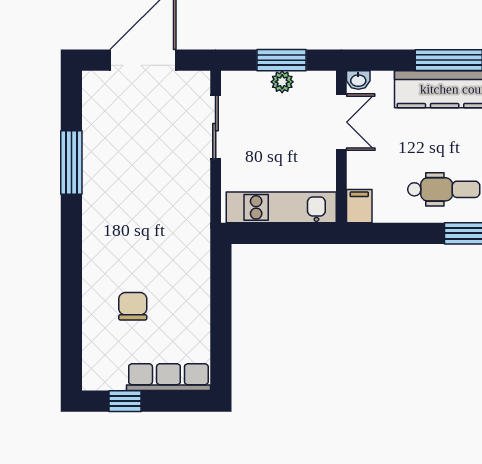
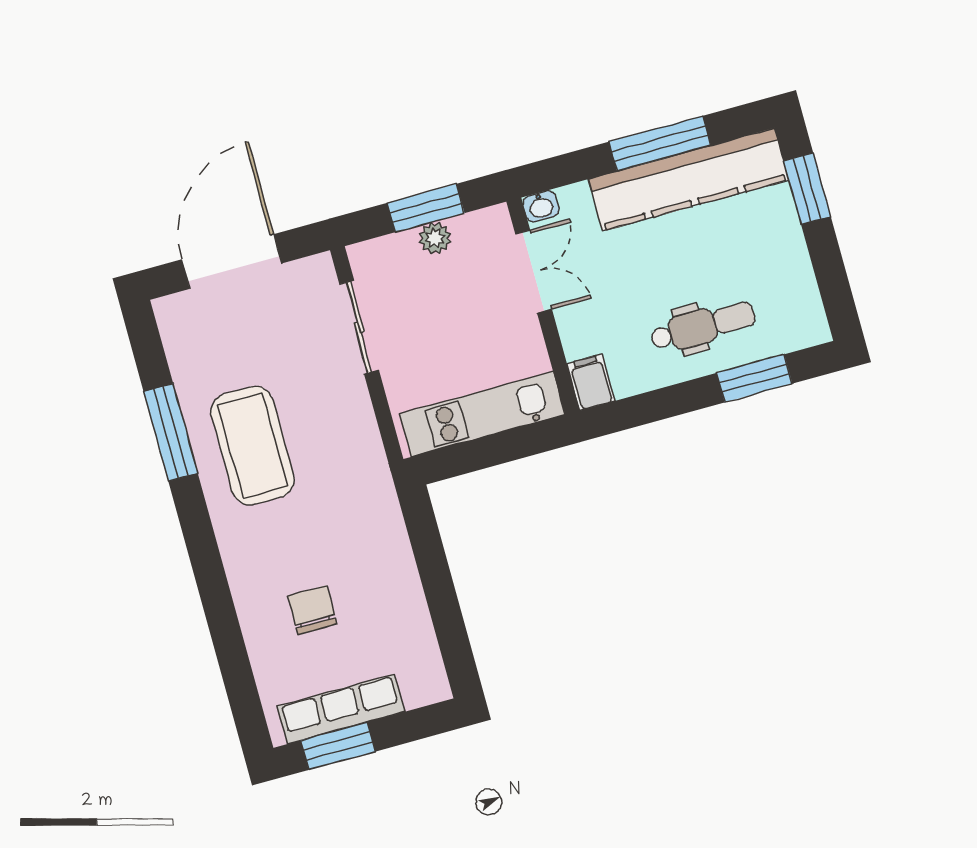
coffee table: (123, 186) -> (253, 446), added
row of seats: (168, 377) -> (341, 709), moved
window: (125, 401) -> (338, 746), width x1.50

